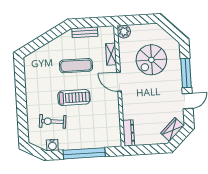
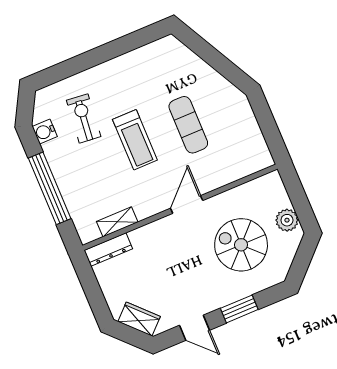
bench: (85, 32) -> (248, 120), removed
plant: (124, 32) -> (287, 220), moved
shelving: (111, 54) -> (117, 222), moved
window: (186, 73) -> (239, 309), width x0.69

